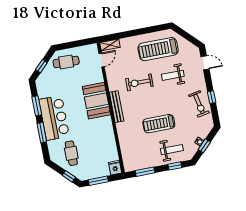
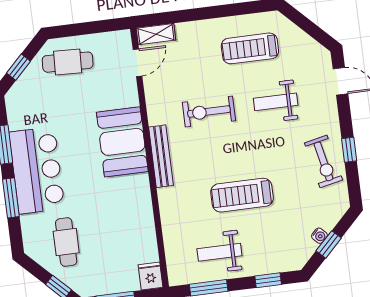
treadmill: (158, 49) -> (250, 48), width x0.73, depth x0.73
weight bench: (172, 150) -> (219, 252), moved, turned 180

